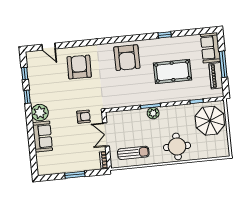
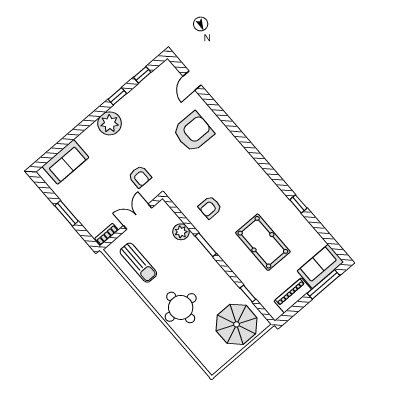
armchair: (127, 58) -> (210, 207), moved, width x0.53, depth x0.53
window: (223, 64) -> (323, 284), moved
plant: (153, 113) -> (181, 232), moved
sofa: (42, 136) -> (65, 162), moved

